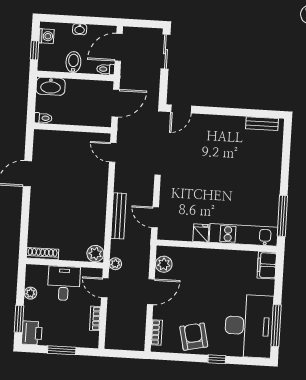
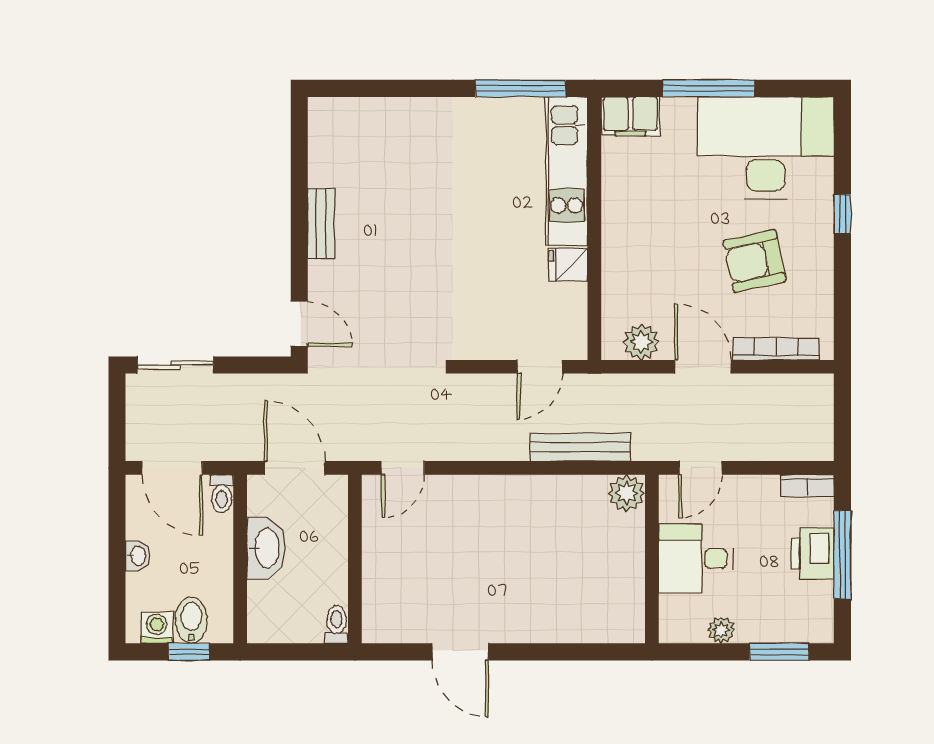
bidet: (73, 62) -> (191, 620), moved, turned 90
washbasin: (51, 86) -> (266, 548), moved
bench: (262, 124) -> (321, 224), moved
bench: (118, 216) -> (580, 447), moved
shoe rack: (43, 254) -> (633, 609), removed
plant: (115, 264) -> (646, 448), removed
bookcase: (95, 318) -> (807, 485), moved
window: (276, 326) -> (709, 88), moved
bookcase: (157, 332) -> (776, 349), width x1.56
printer: (32, 333) -> (813, 553), moved, turned -90
armchair: (194, 337) -> (755, 261), moved
window: (62, 350) -> (842, 555), width x1.44

